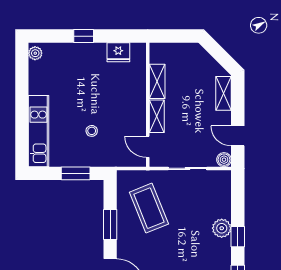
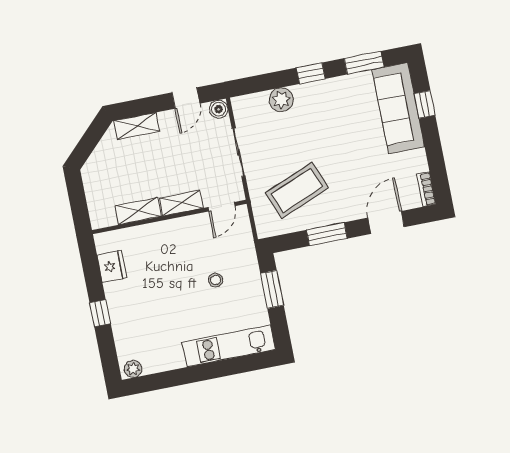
plant: (222, 228) -> (281, 100), moved

